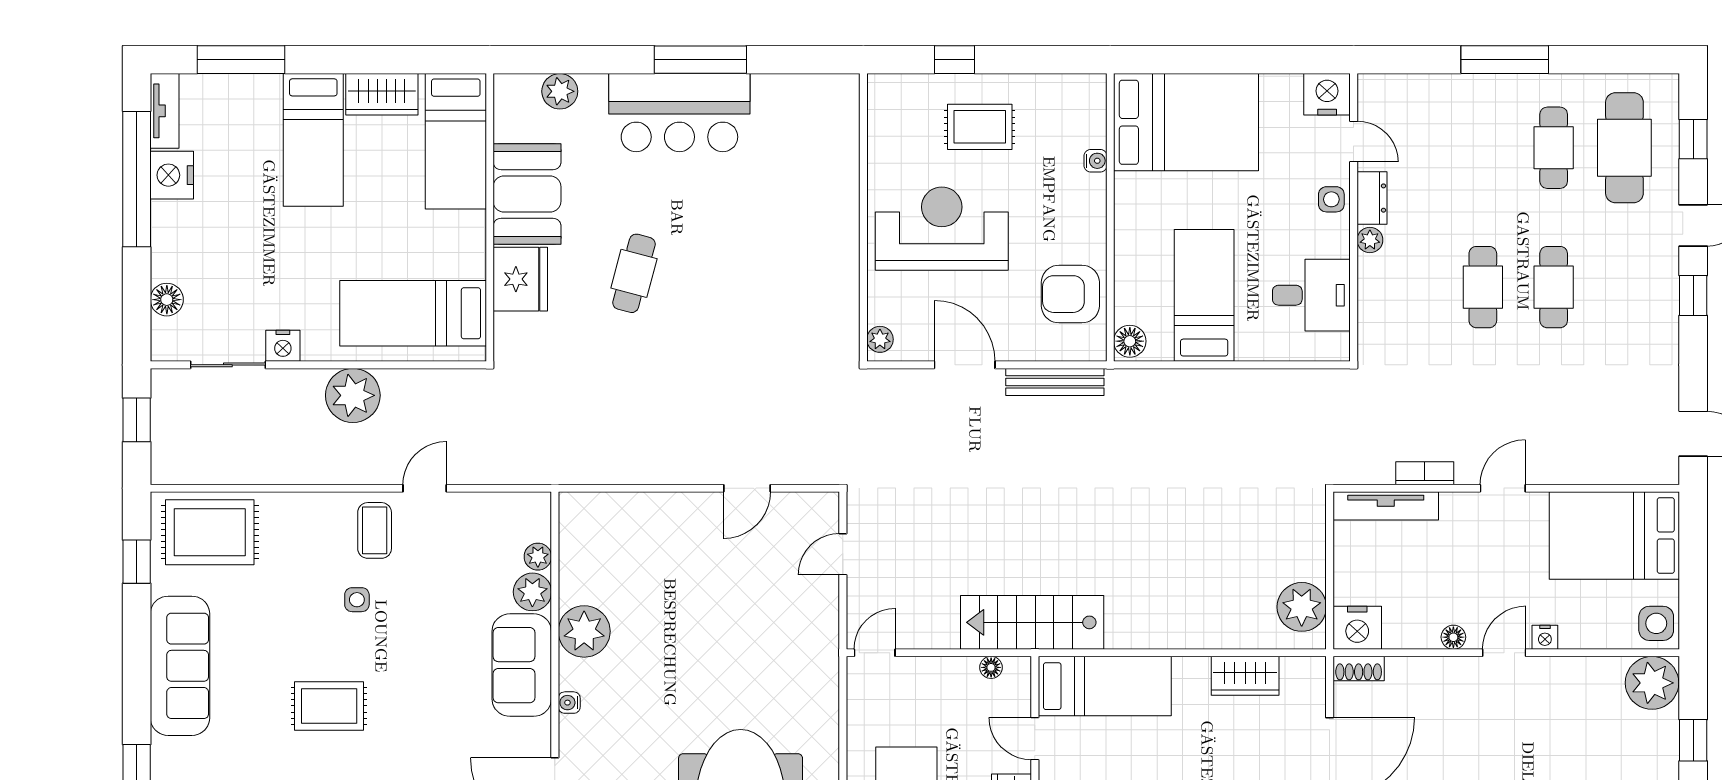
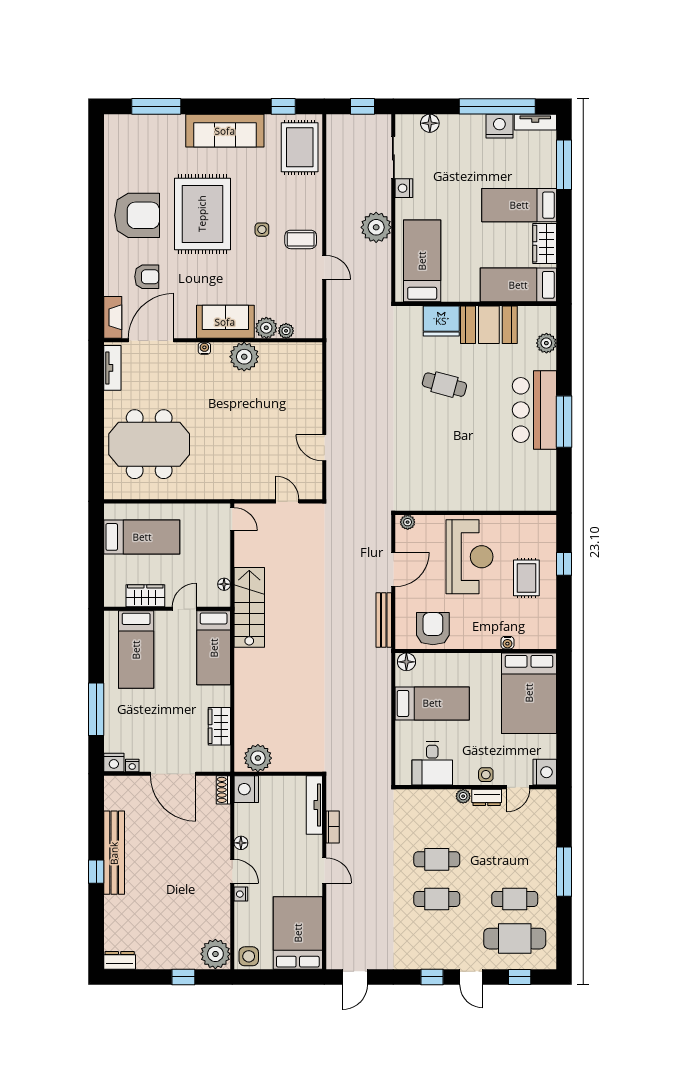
rug: (329, 706) -> (202, 214), width x1.86, depth x2.06

